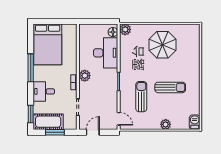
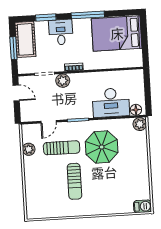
parasol: (163, 45) -> (102, 147), moved
plant: (85, 76) -> (63, 81), moved
window: (31, 114) -> (46, 17), moved
door: (119, 119) -> (49, 122), moved
barbecue: (195, 122) -> (142, 206), moved
plant: (166, 124) -> (29, 149), moved

